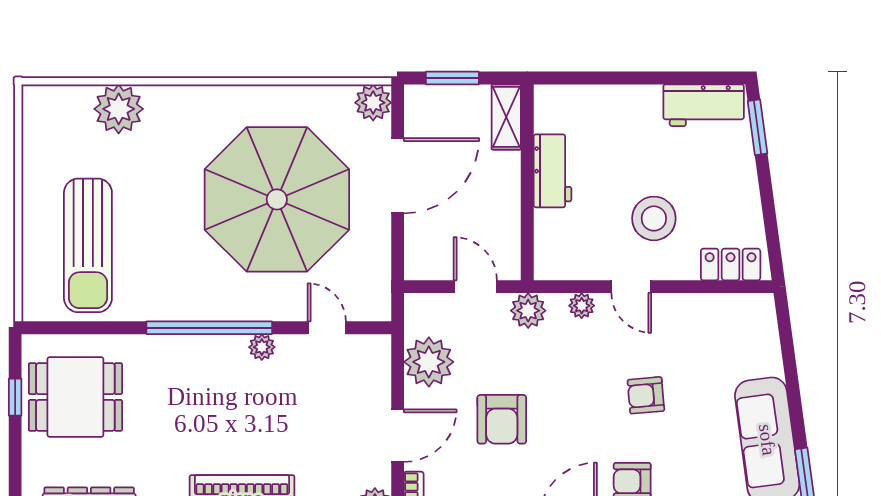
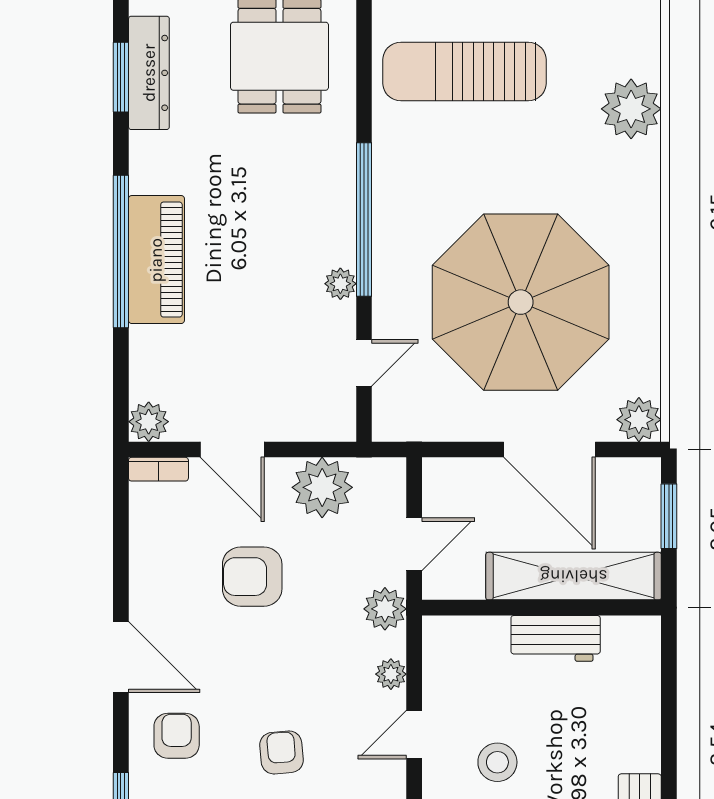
shelving: (506, 117) -> (574, 576), width x2.20, depth x1.33
stool: (654, 218) -> (497, 762), width x0.73, depth x0.73

